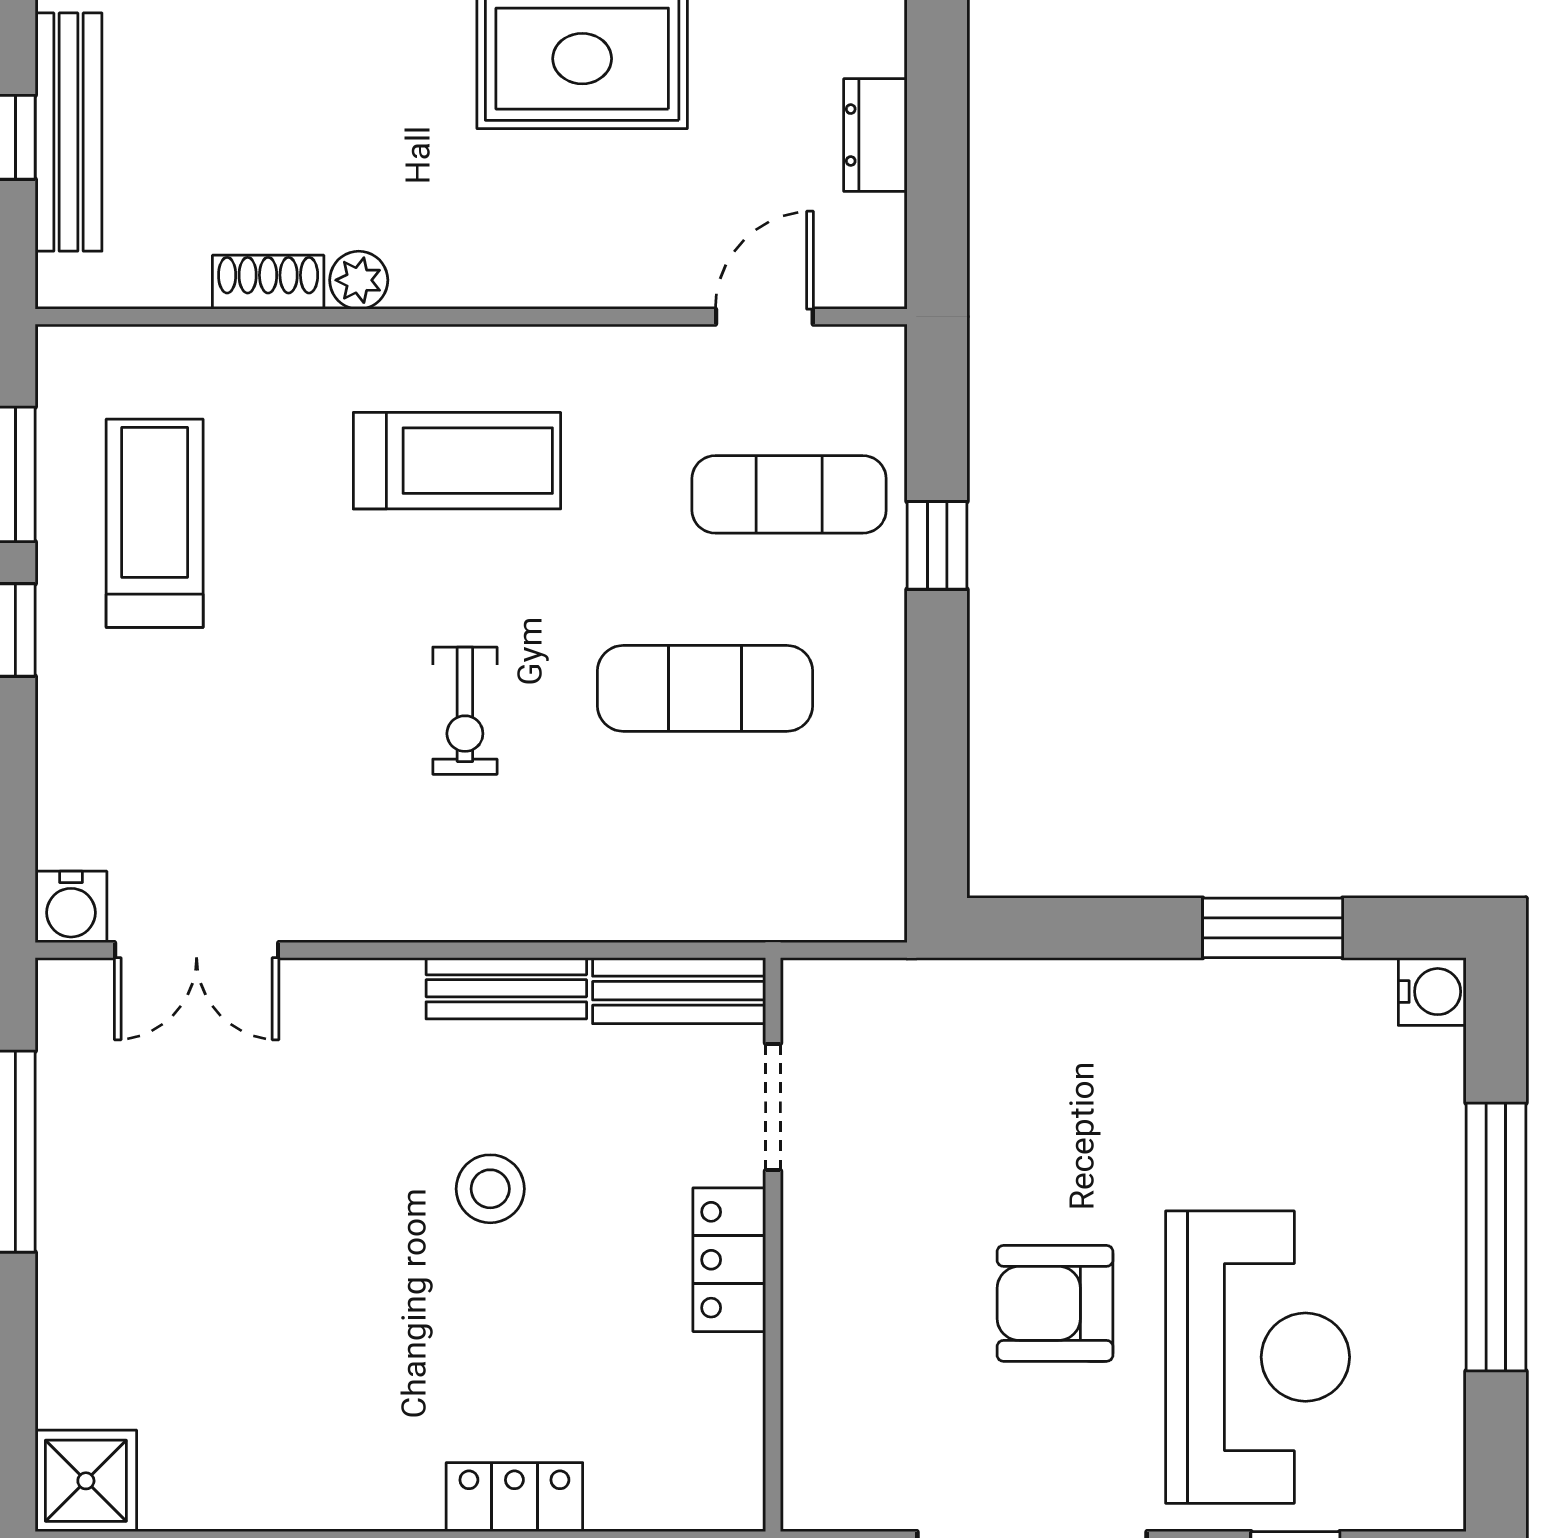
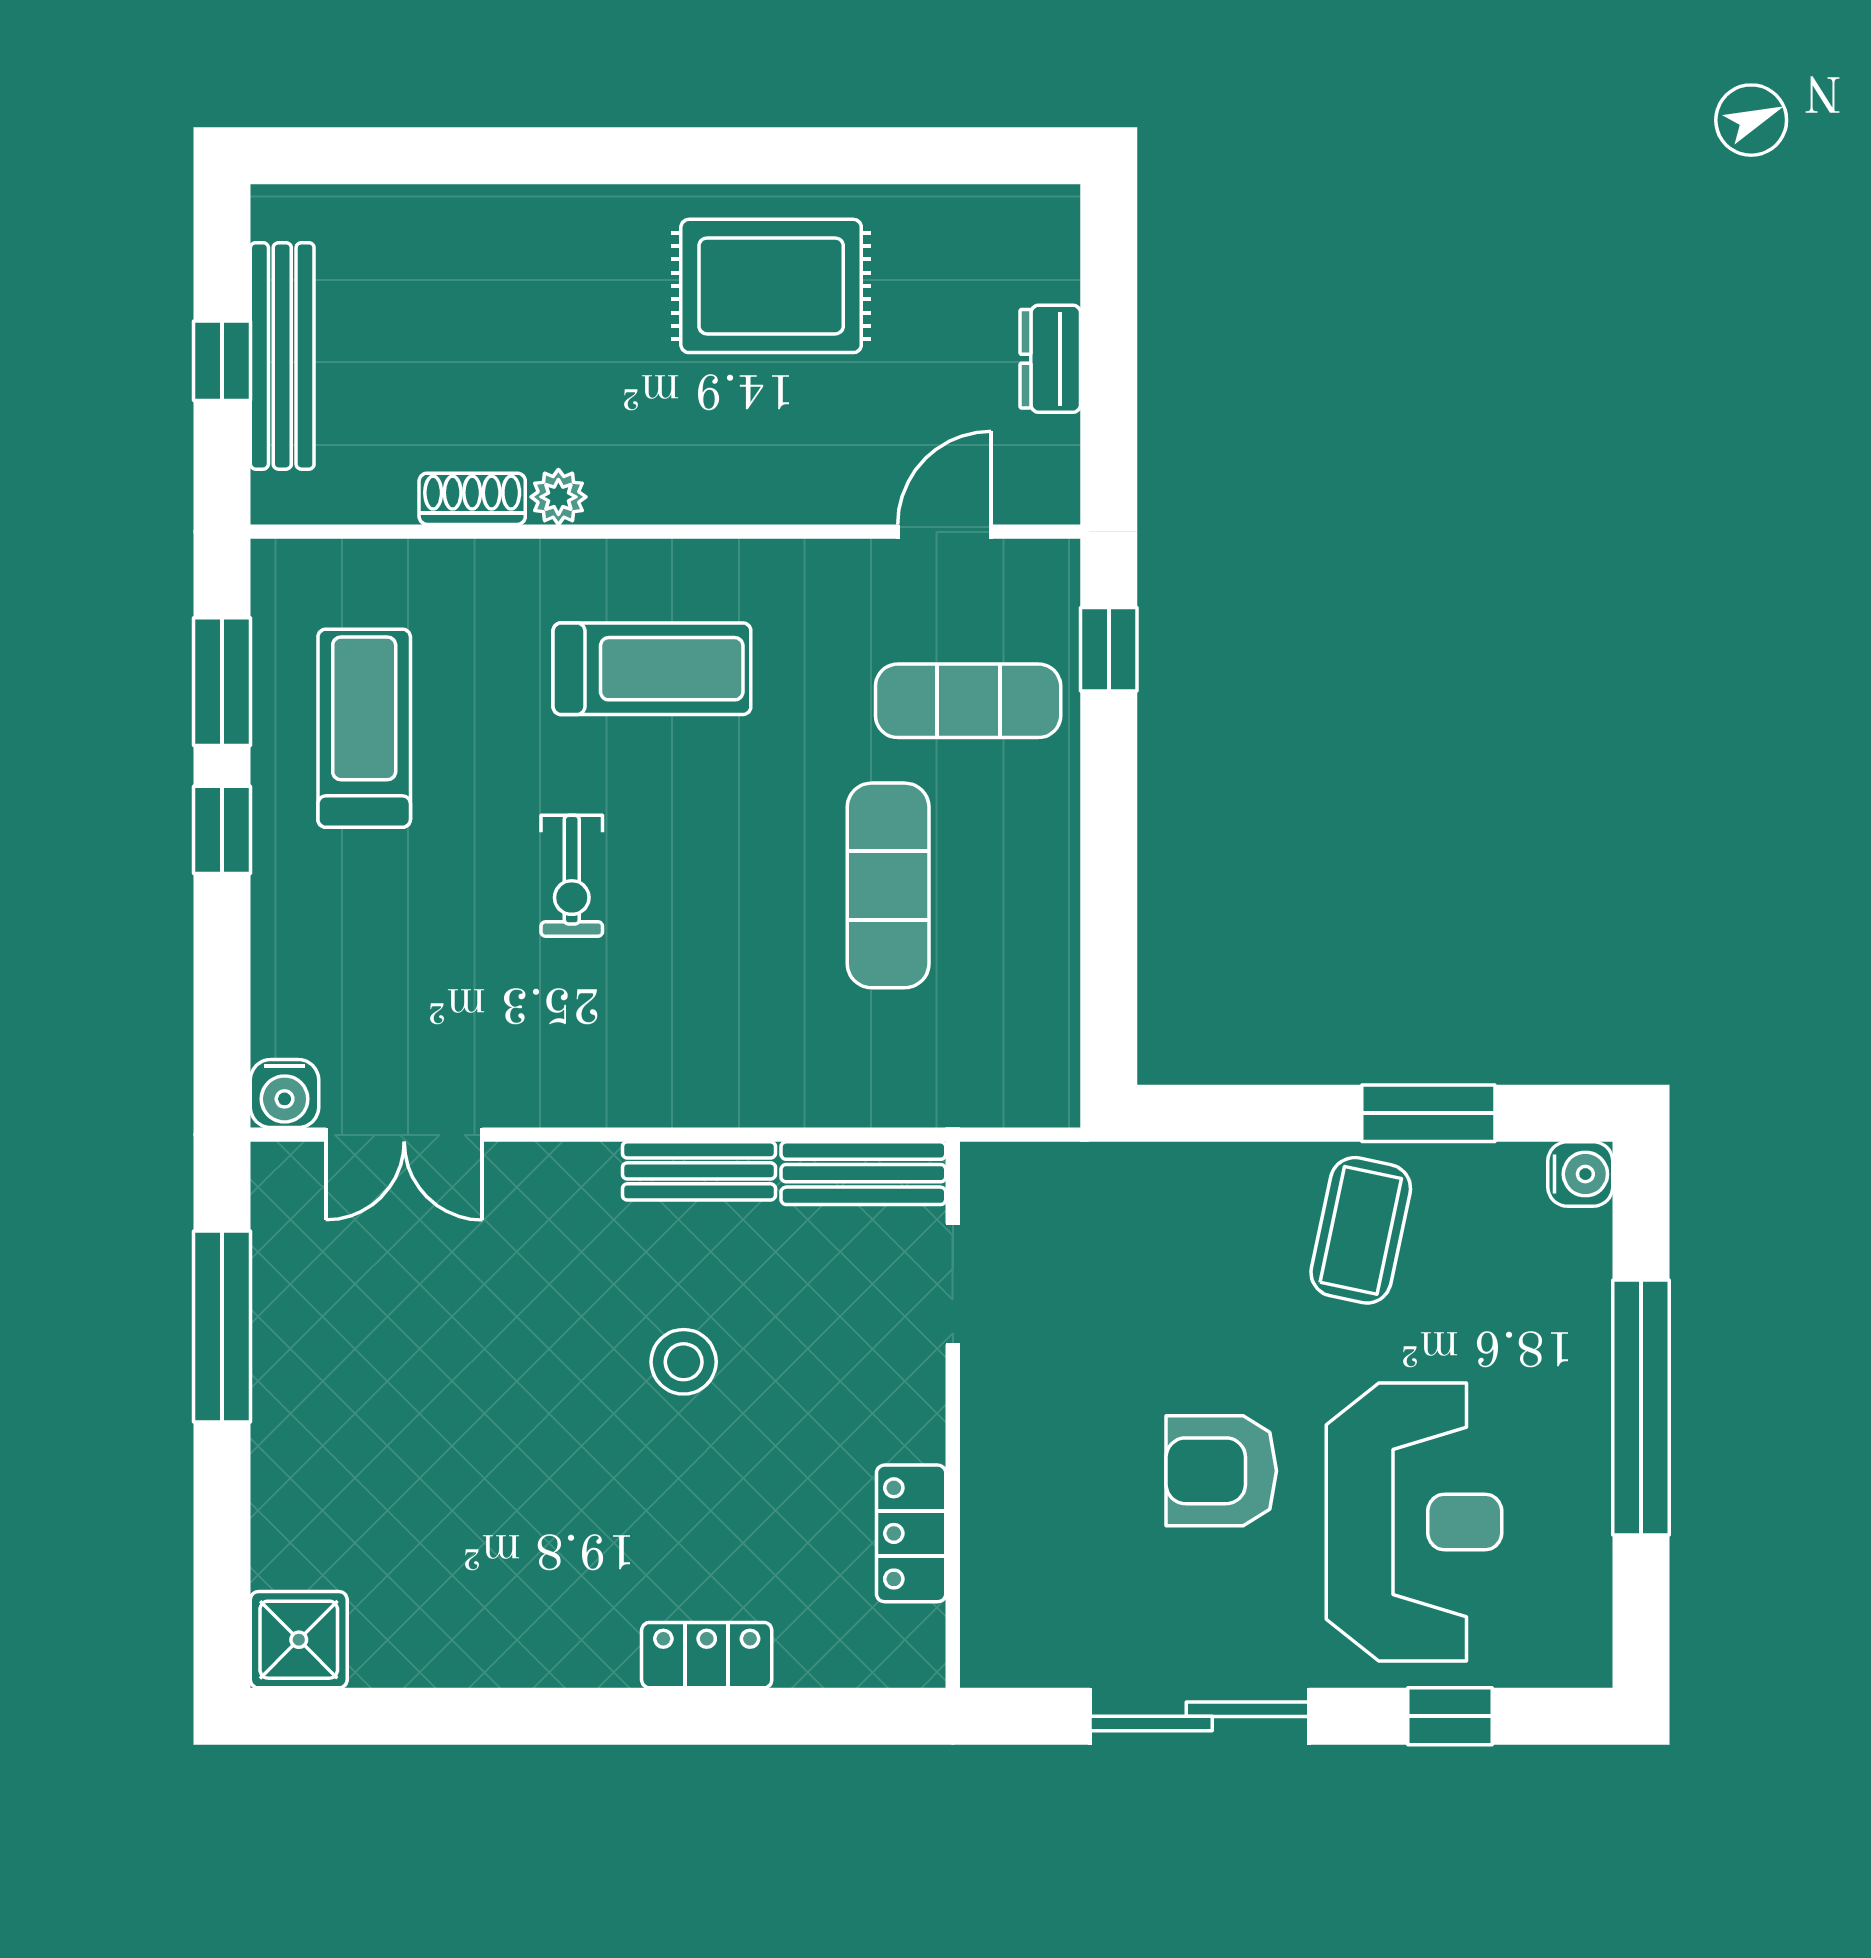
window: (937, 545) -> (1109, 649), moved
exercise mat: (705, 688) -> (888, 885), turned 90
exercise bike: (465, 711) -> (572, 876), moved
coffee table: (1202, 1051) -> (1361, 1230), added
locker: (729, 1260) -> (911, 1533), moved

